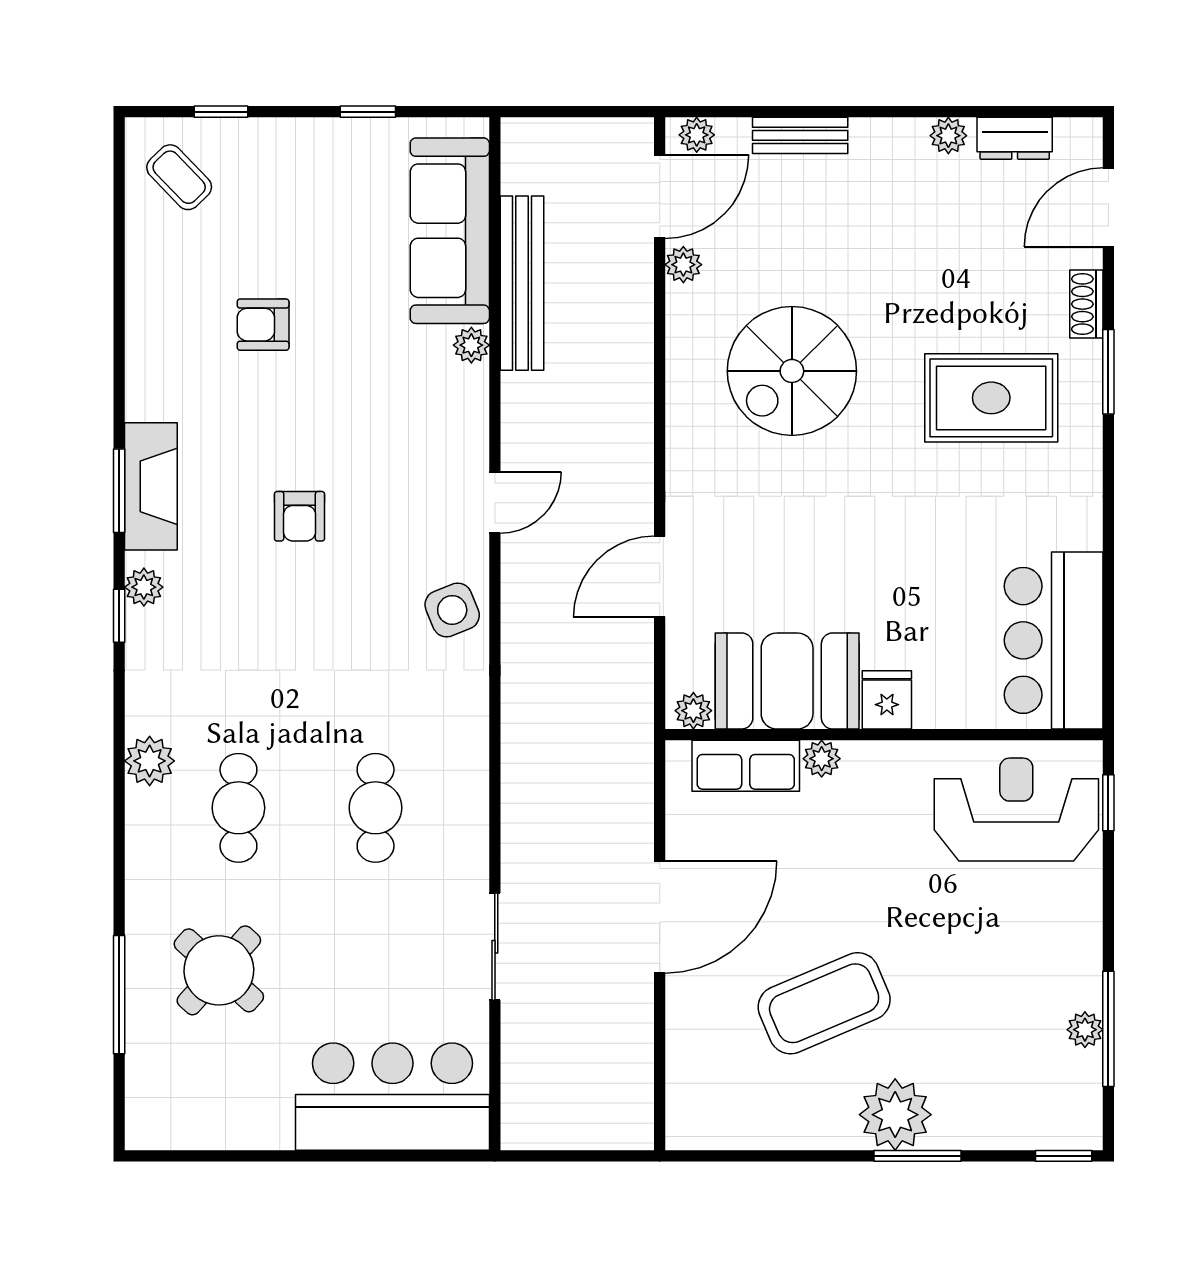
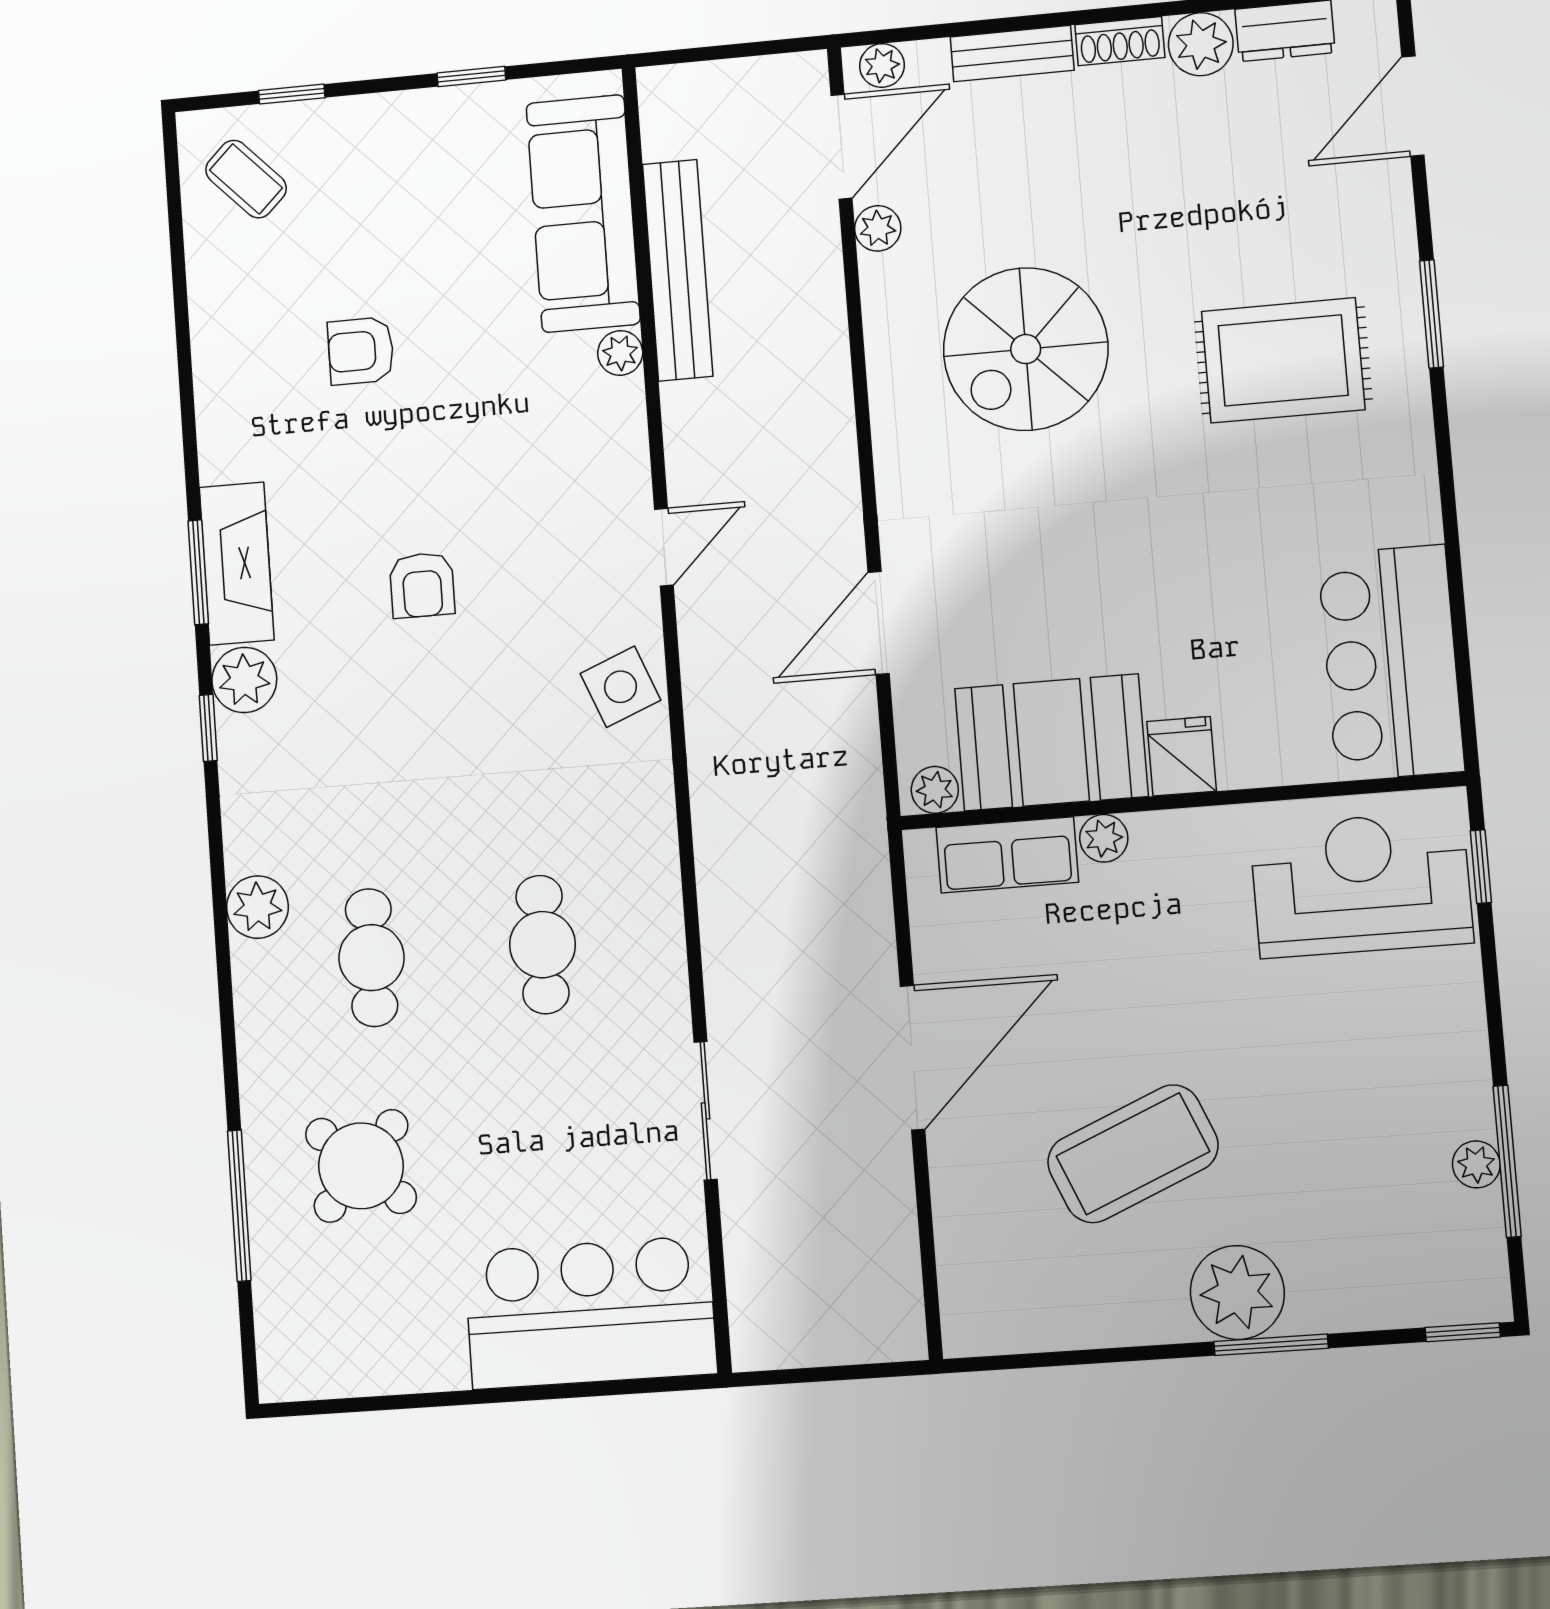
plant: (948, 136) -> (1201, 44), width x1.38, depth x1.38
shoe rack: (1086, 304) -> (1120, 41), moved, turned -90
plant: (144, 587) -> (244, 680), width x1.38, depth x1.38

